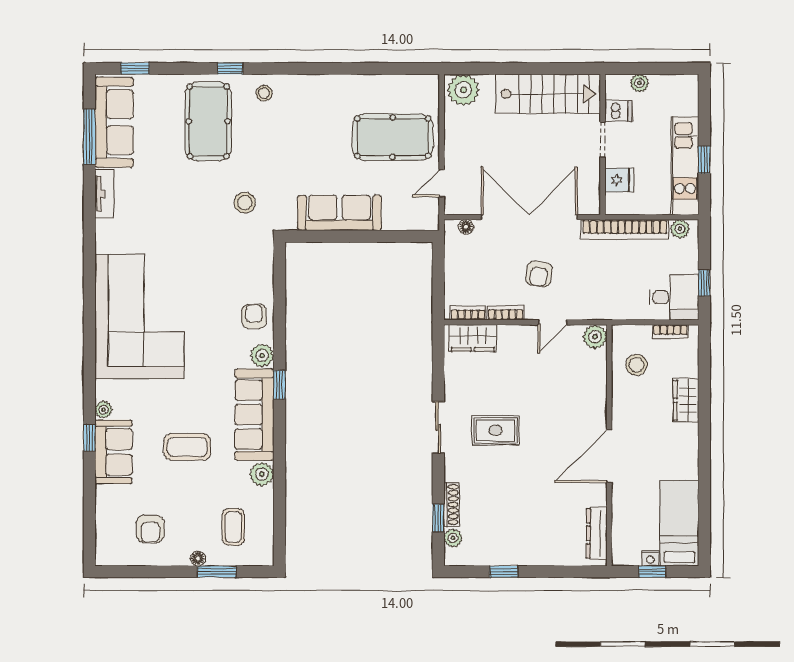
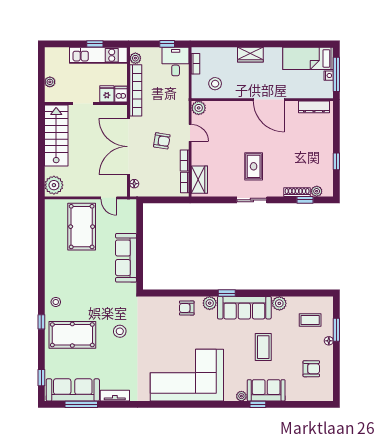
dishwasher: (618, 111) -> (121, 94), moved
stool: (245, 203) -> (120, 331), moved
wardrobe: (686, 400) -> (250, 55), moved
window: (652, 572) -> (336, 74), width x2.17

